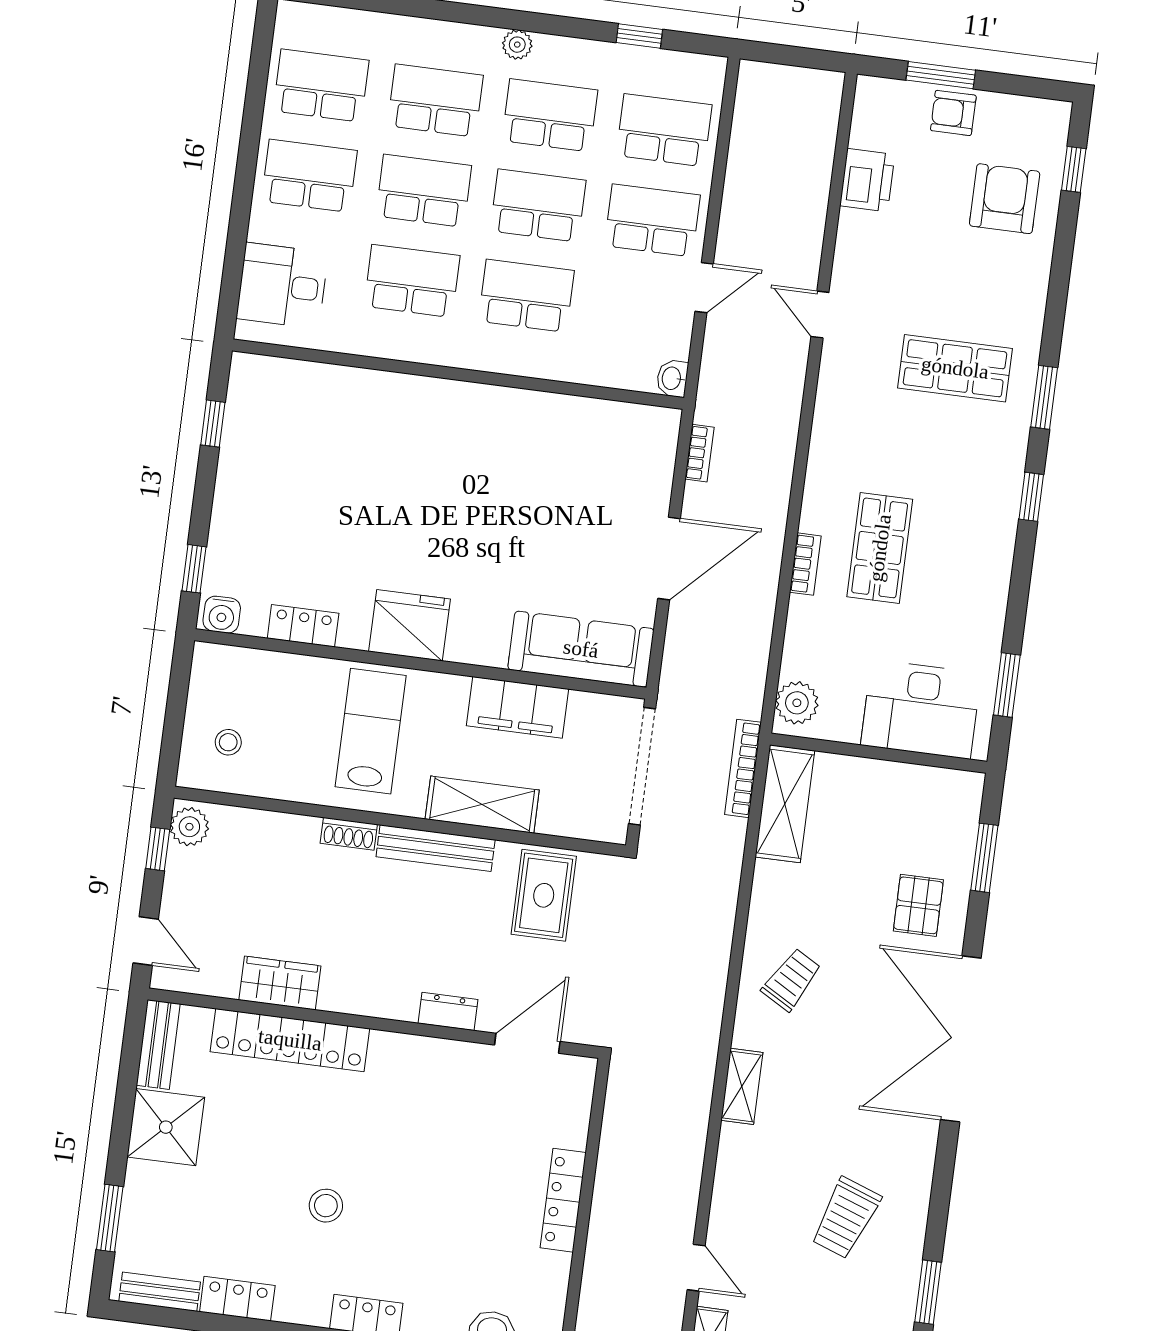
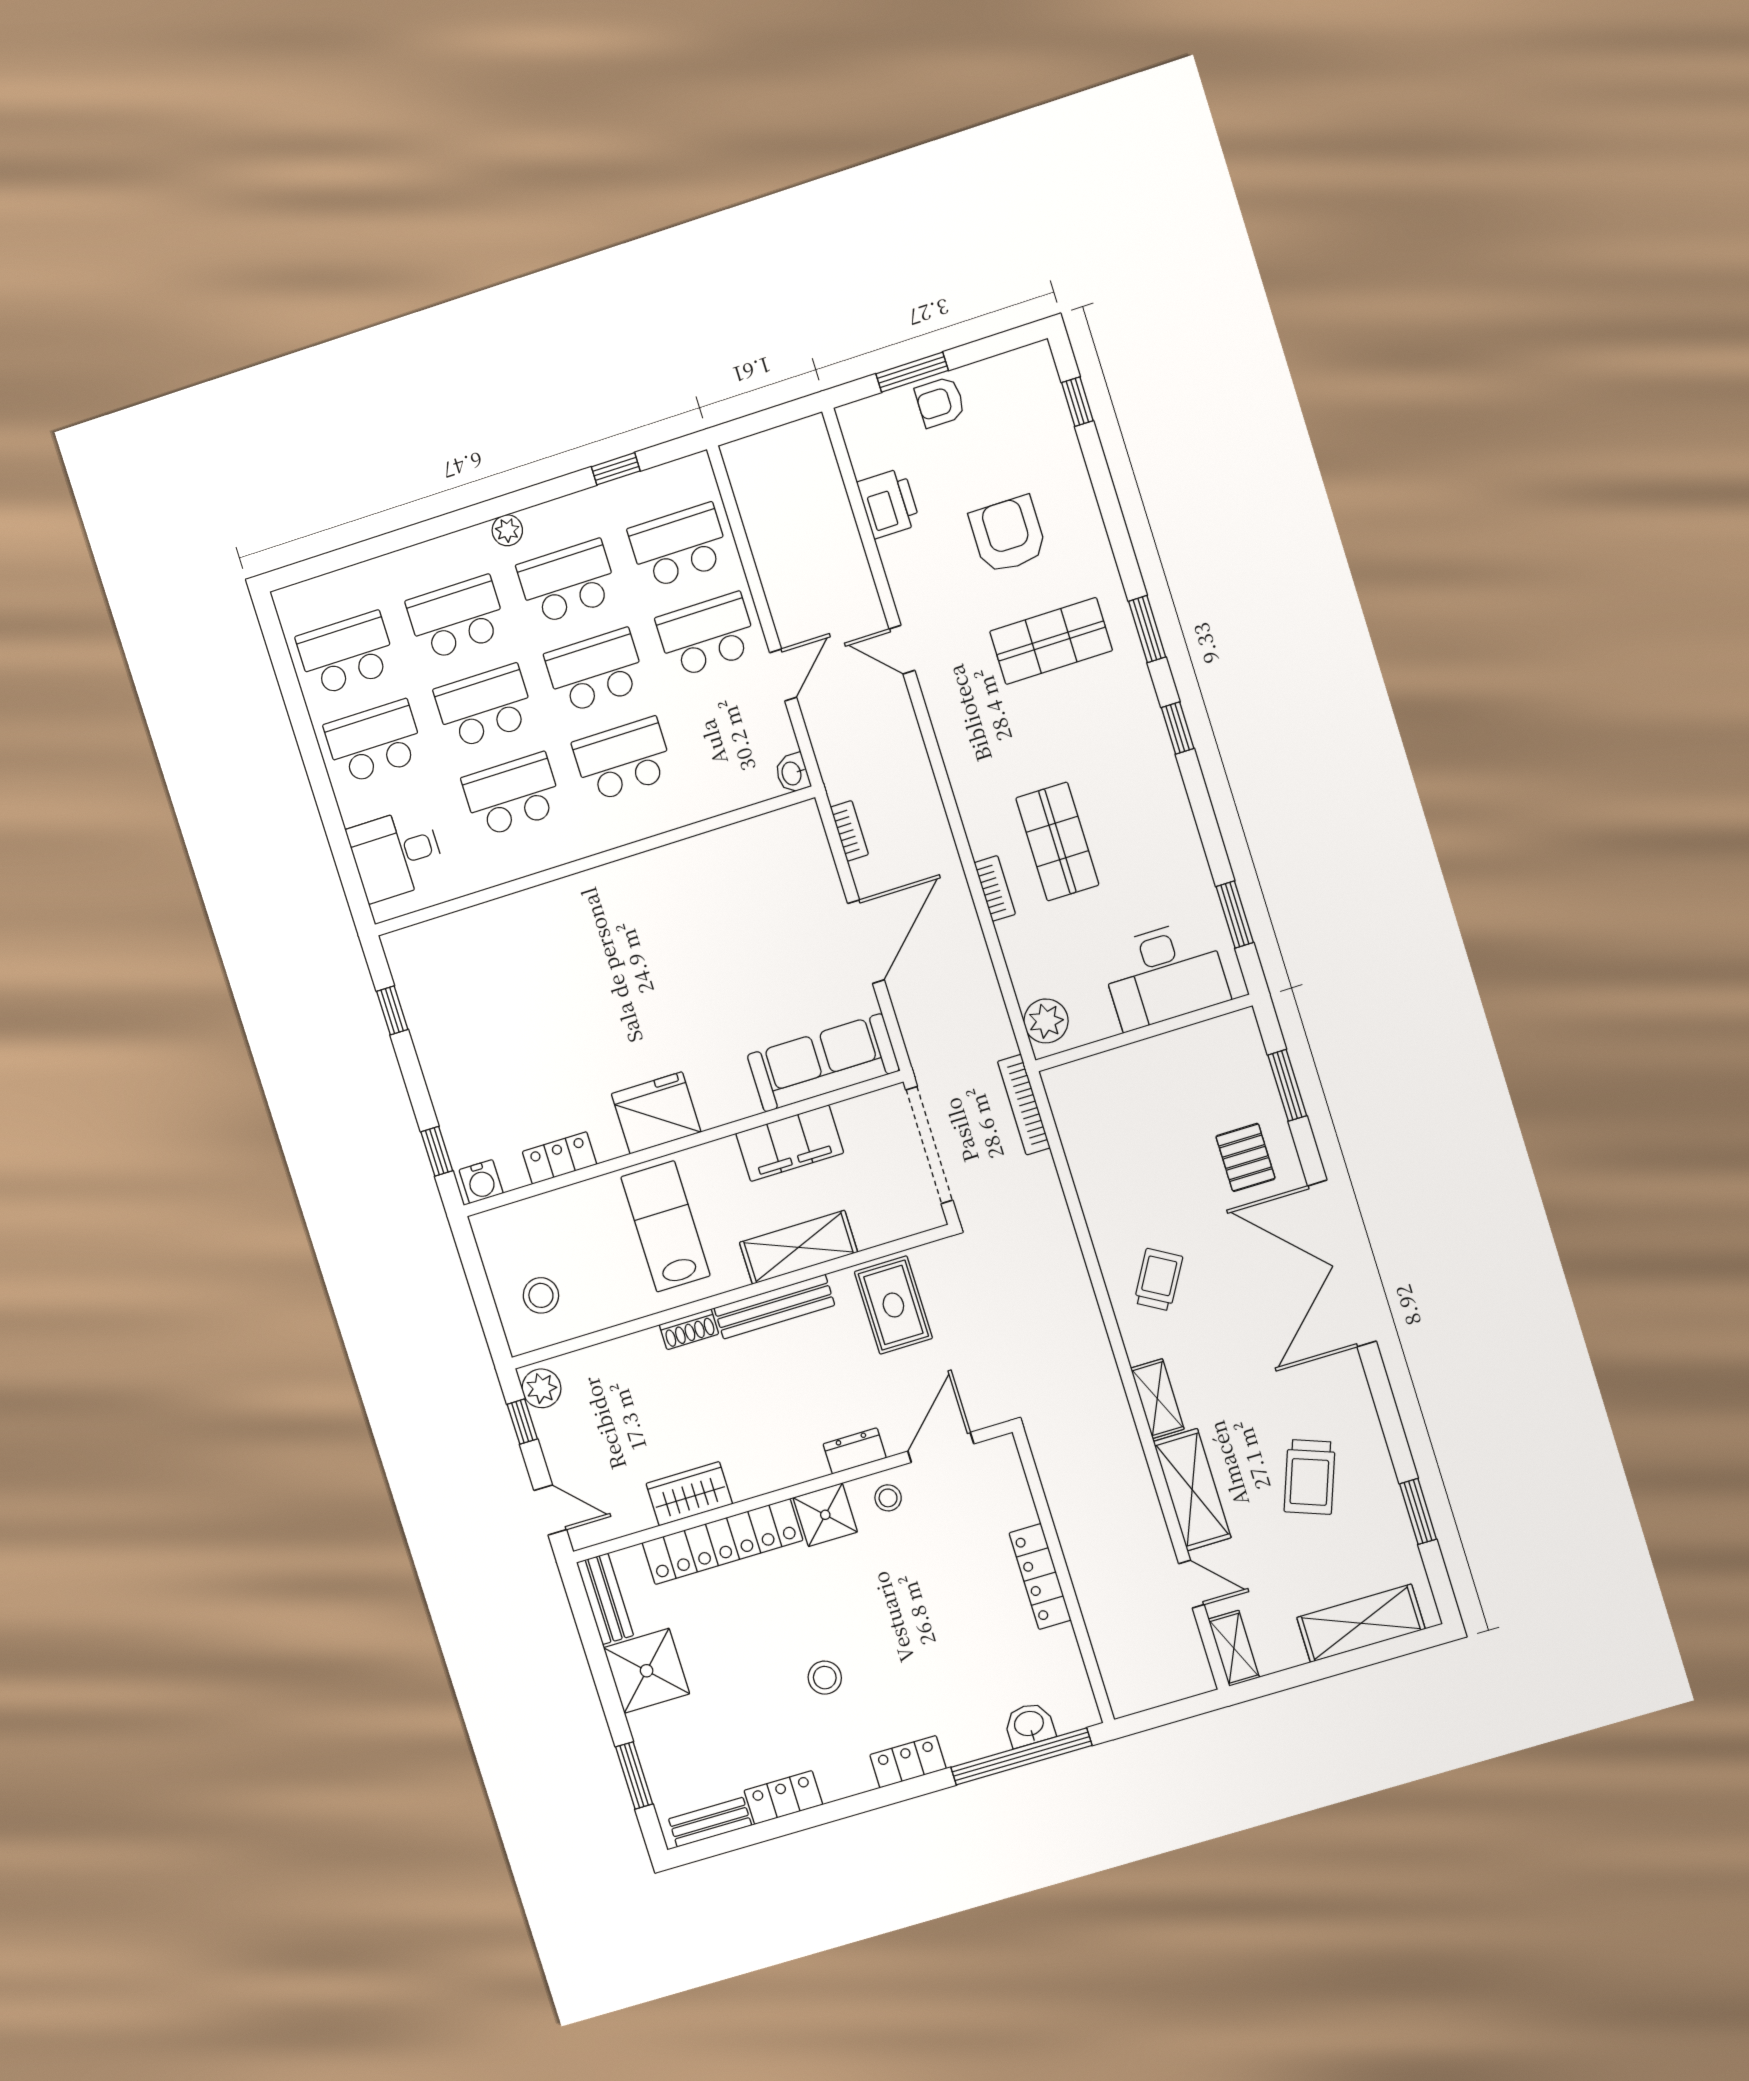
armchair: (1005, 199) -> (1008, 535), moved
stool: (228, 742) -> (541, 1295), width x1.37, depth x1.37
shelving: (785, 804) -> (1192, 1490), moved
shower: (395, 1058) -> (825, 1515), added
stool: (459, 1068) -> (888, 1498), added

